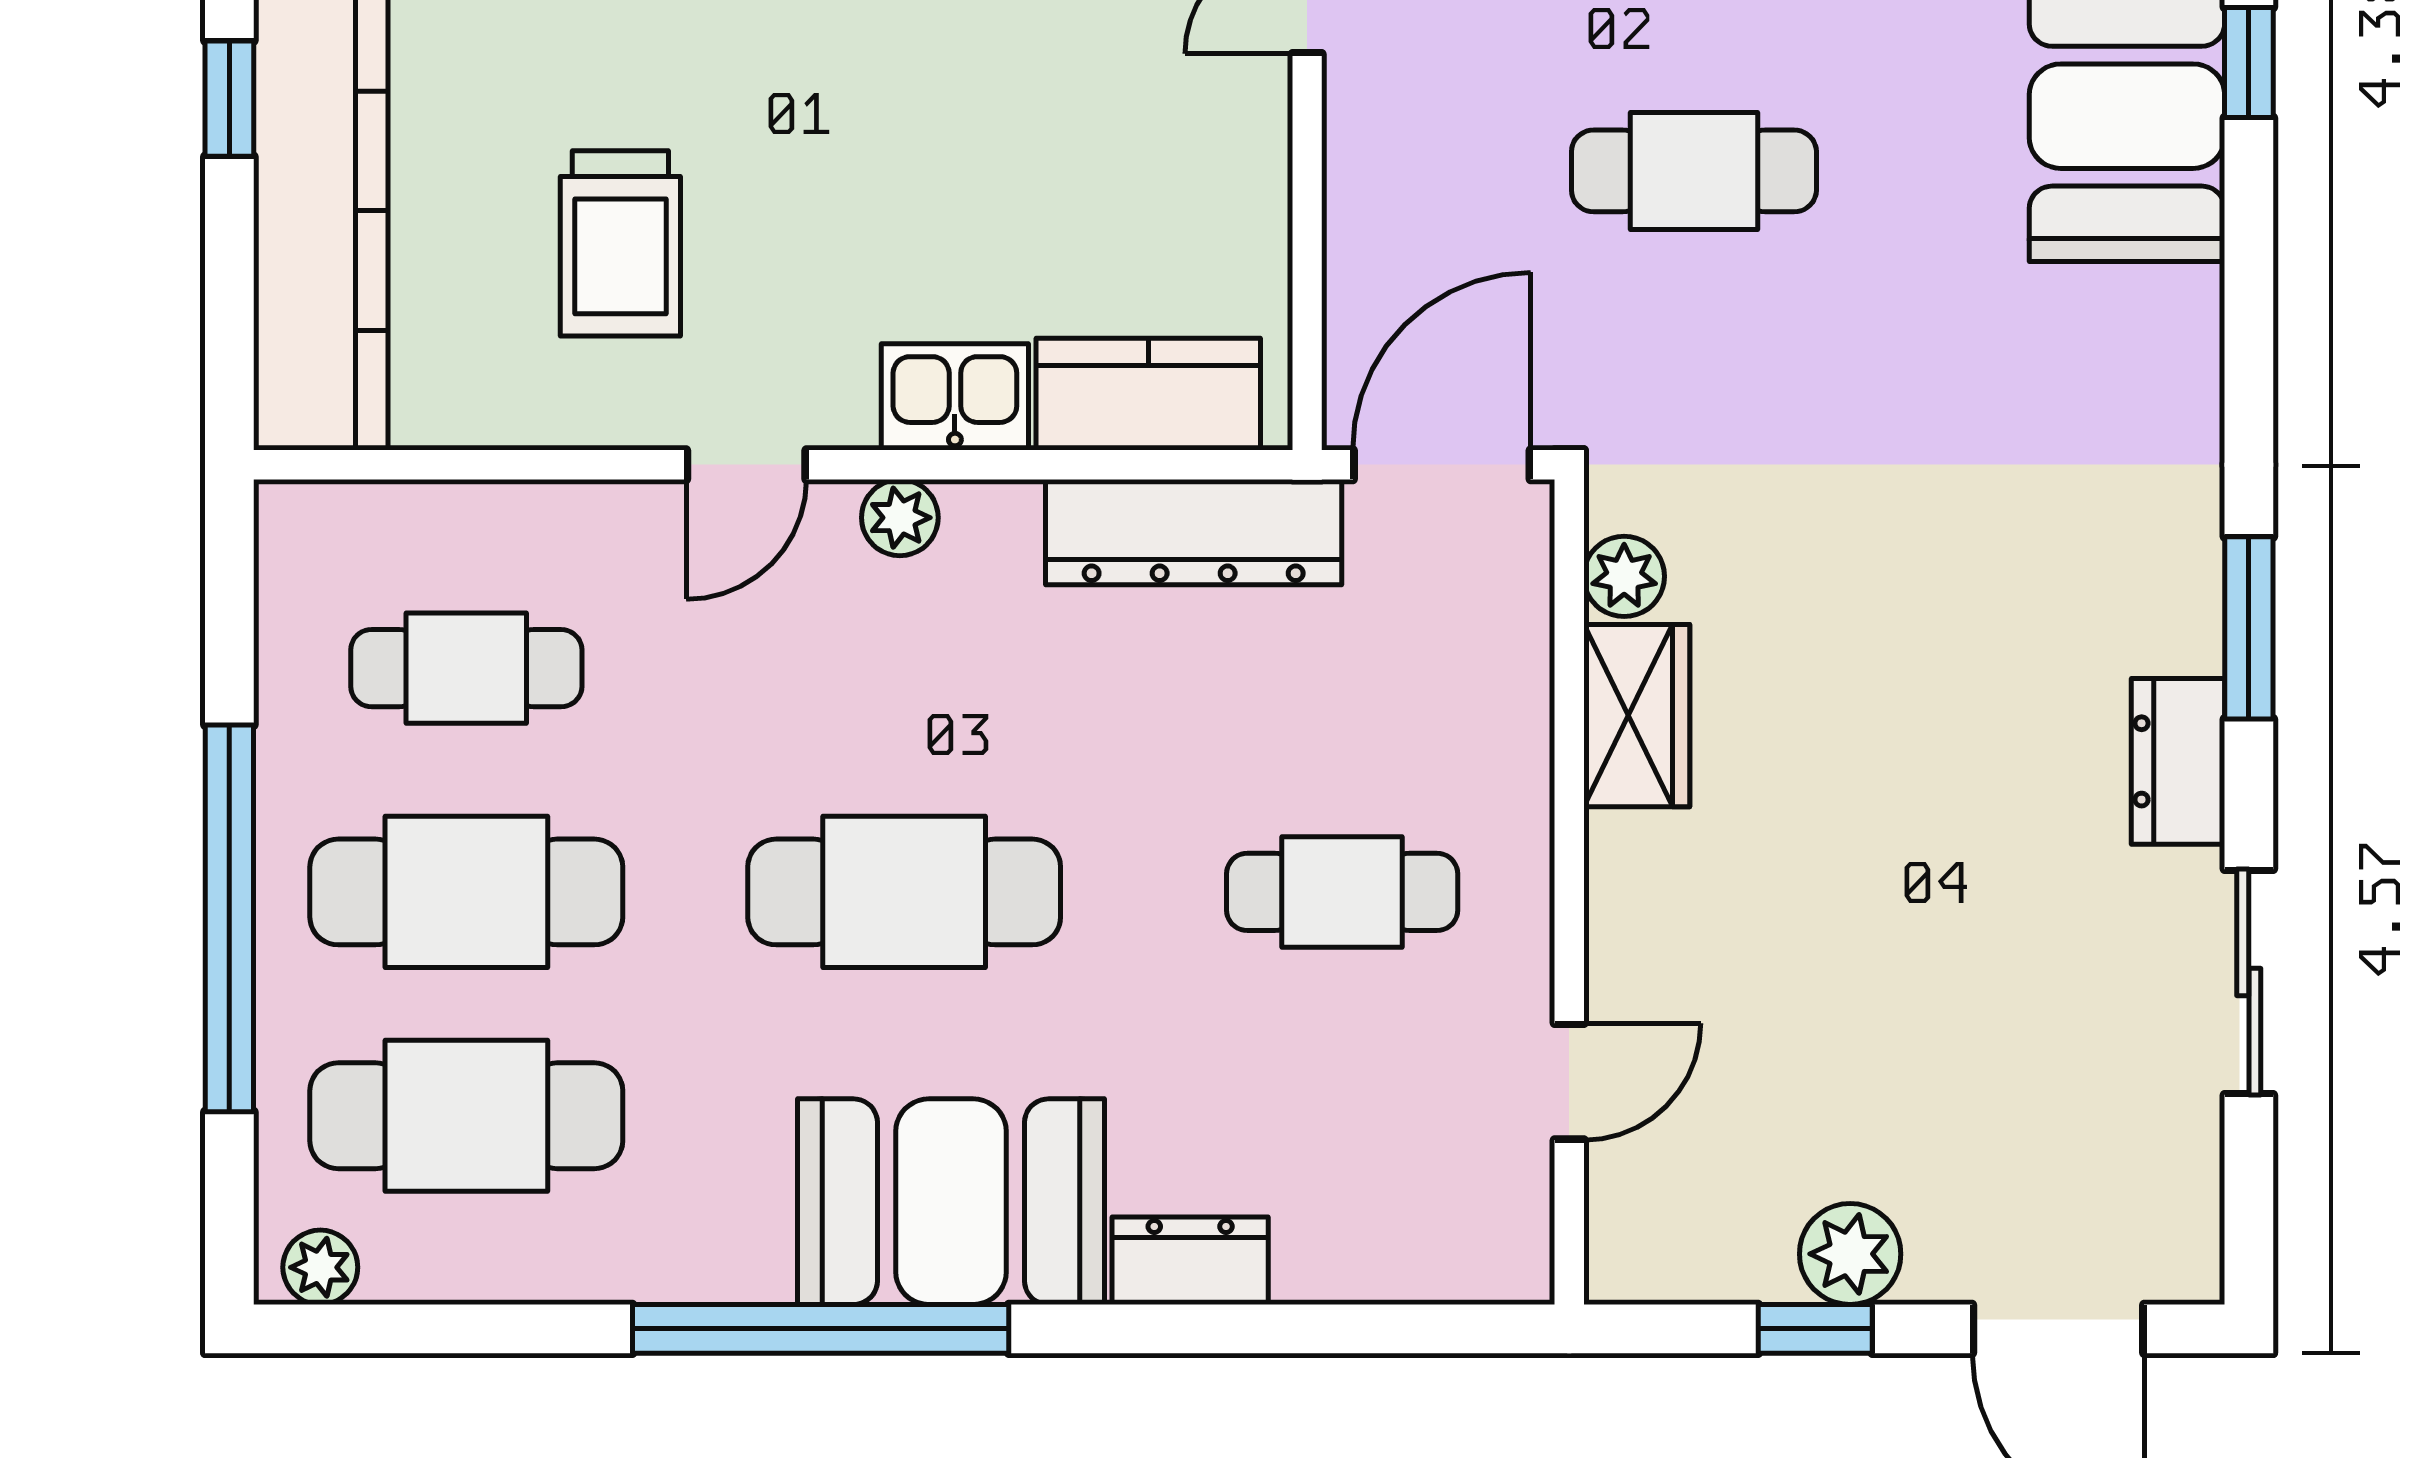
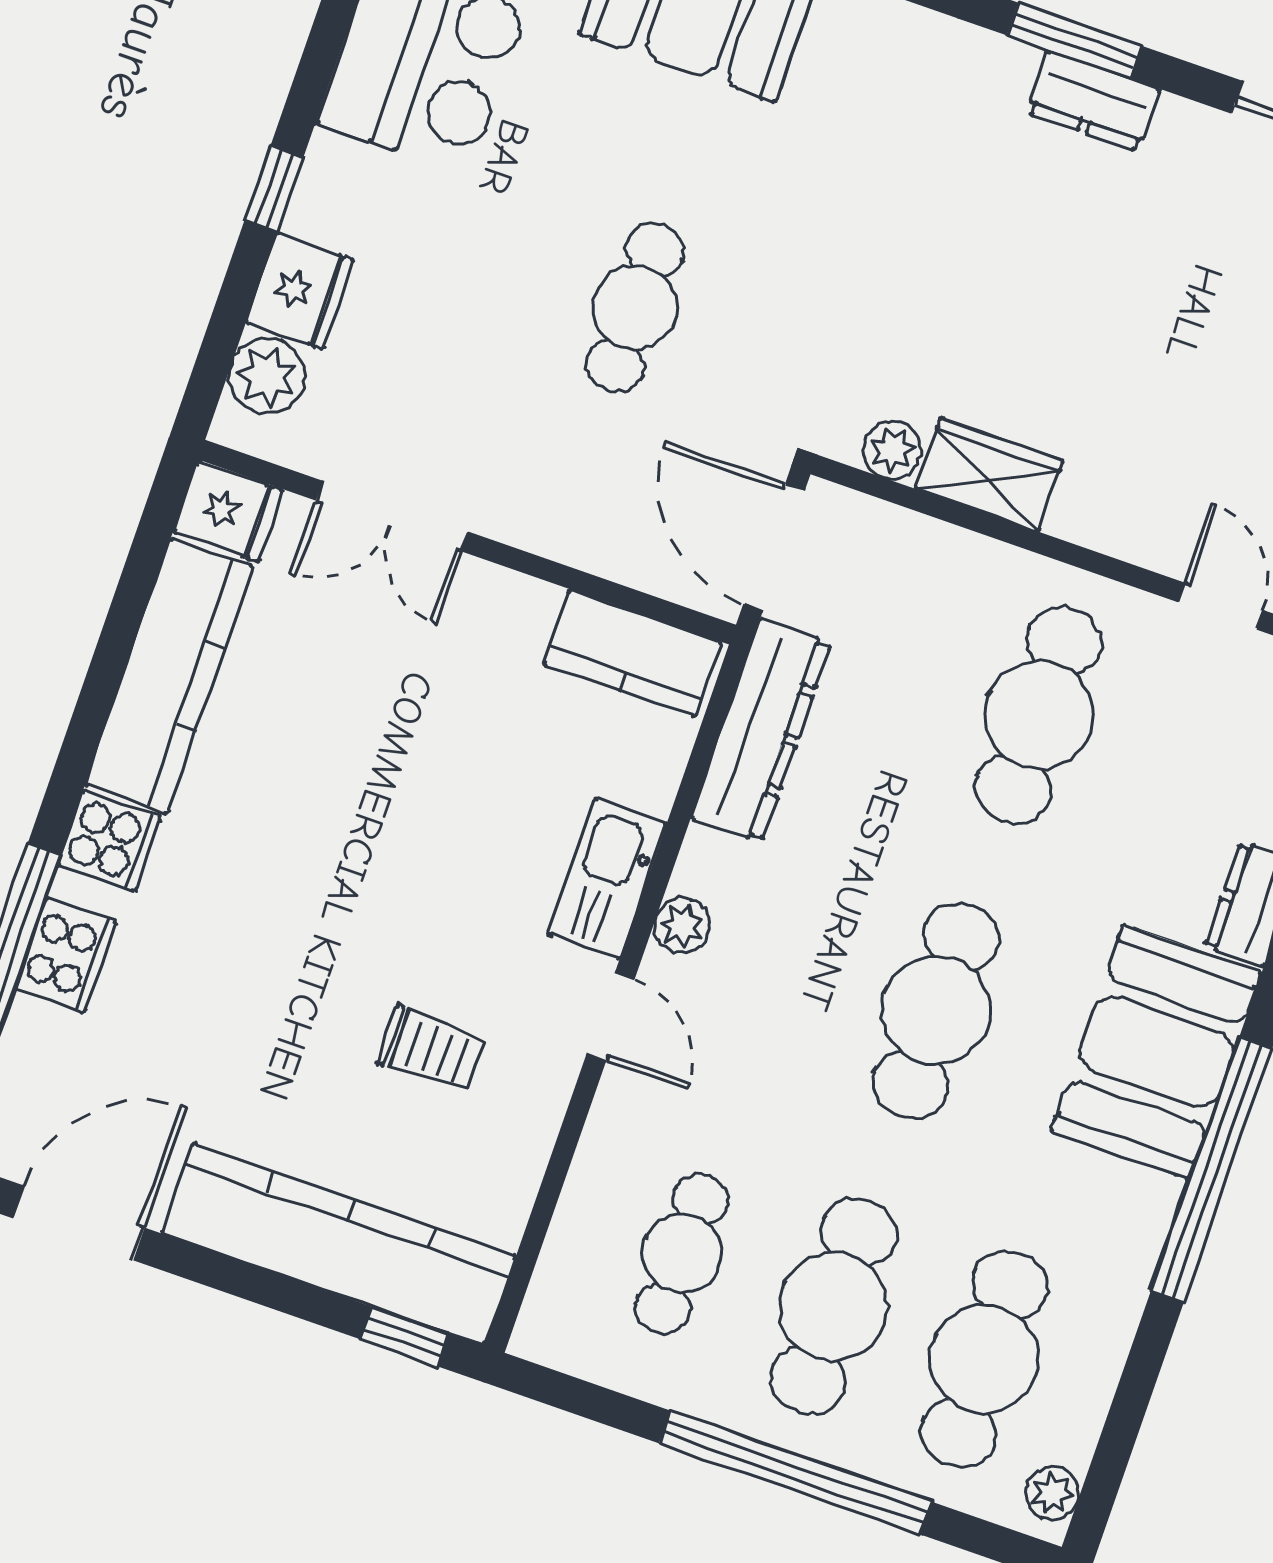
window: (229, 99) -> (404, 1336), moved
trolley: (620, 243) -> (431, 1050), width x0.73, depth x0.72
kitchen counter: (1148, 394) -> (632, 653), moved, turned -90
kitchen sink: (955, 397) -> (607, 879), width x1.38
dresser: (2178, 761) -> (1093, 101), moved
cafe table: (1342, 892) -> (1039, 715), width x1.37, depth x1.35

